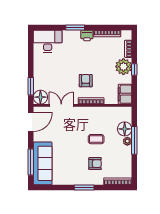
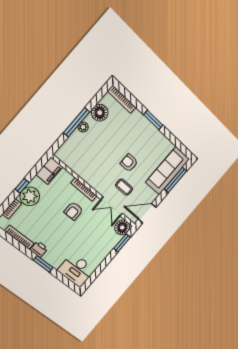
floor lamp: (125, 129) -> (100, 113), moved
coffee table: (96, 139) -> (124, 187), moved
armchair: (95, 164) -> (129, 163), moved

